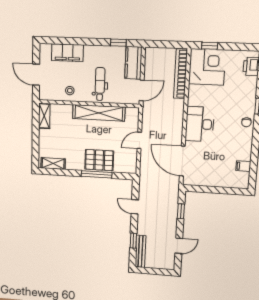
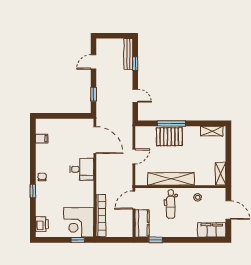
filing cabinet: (67, 53) -> (212, 230), moved
desk: (200, 124) -> (82, 169), width x0.73

